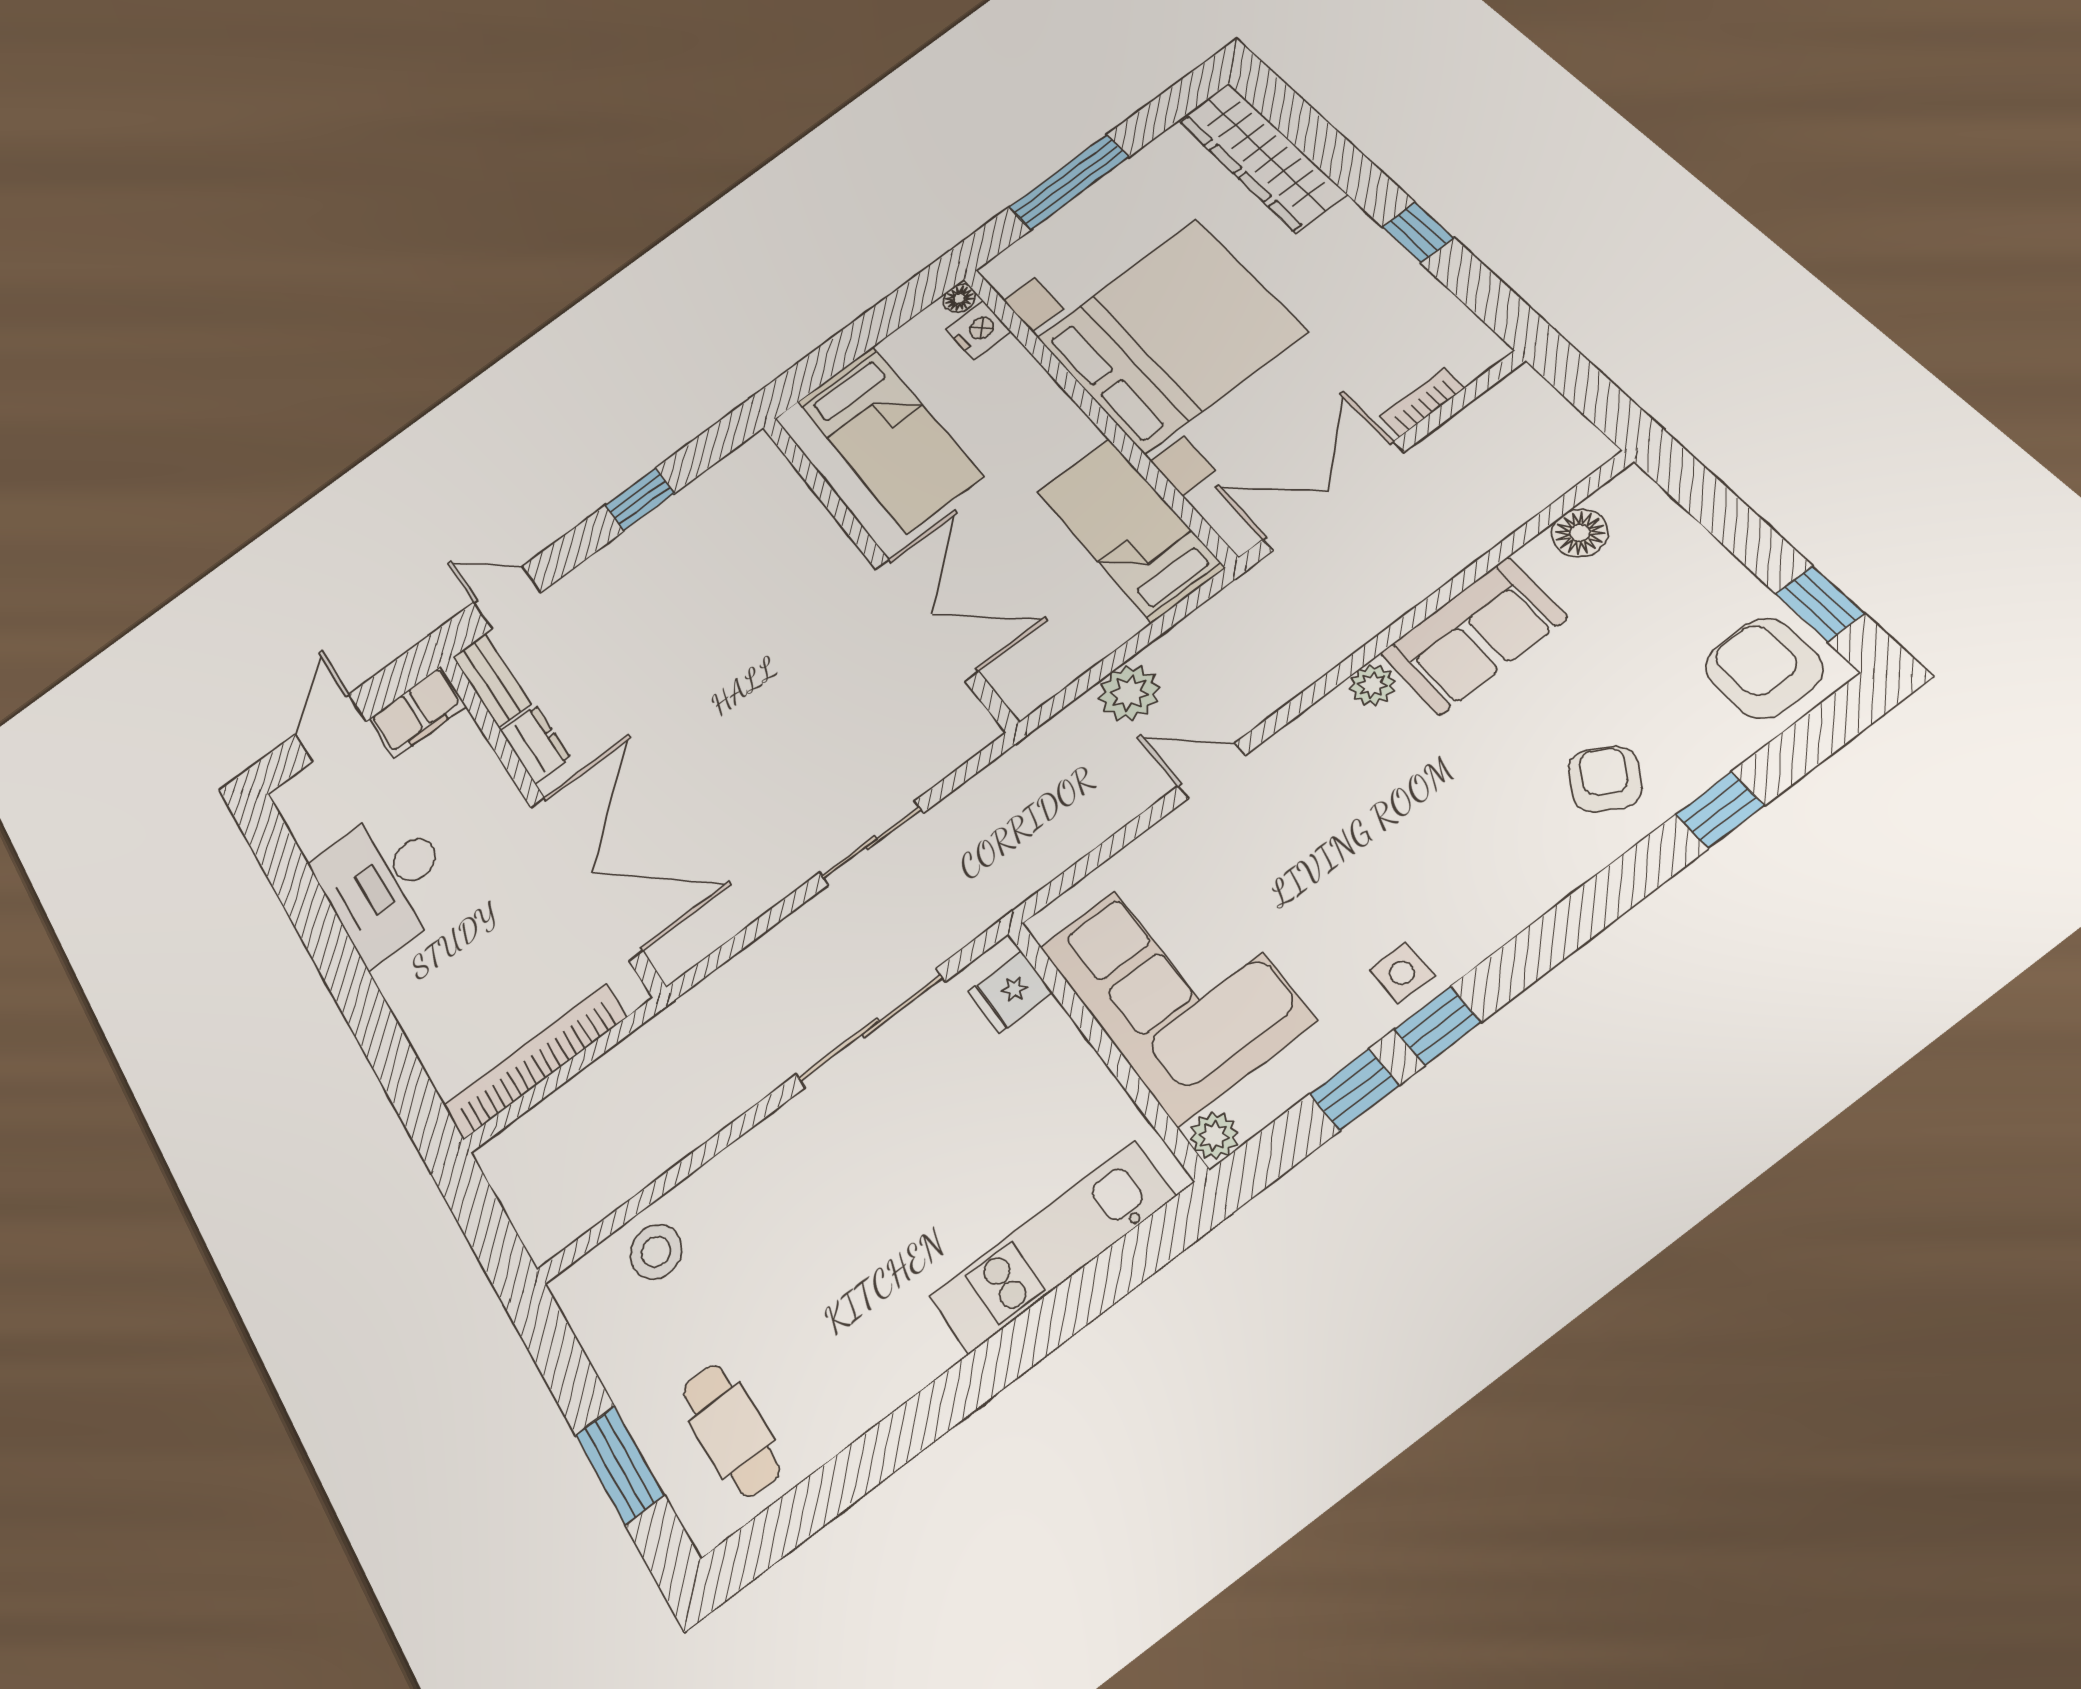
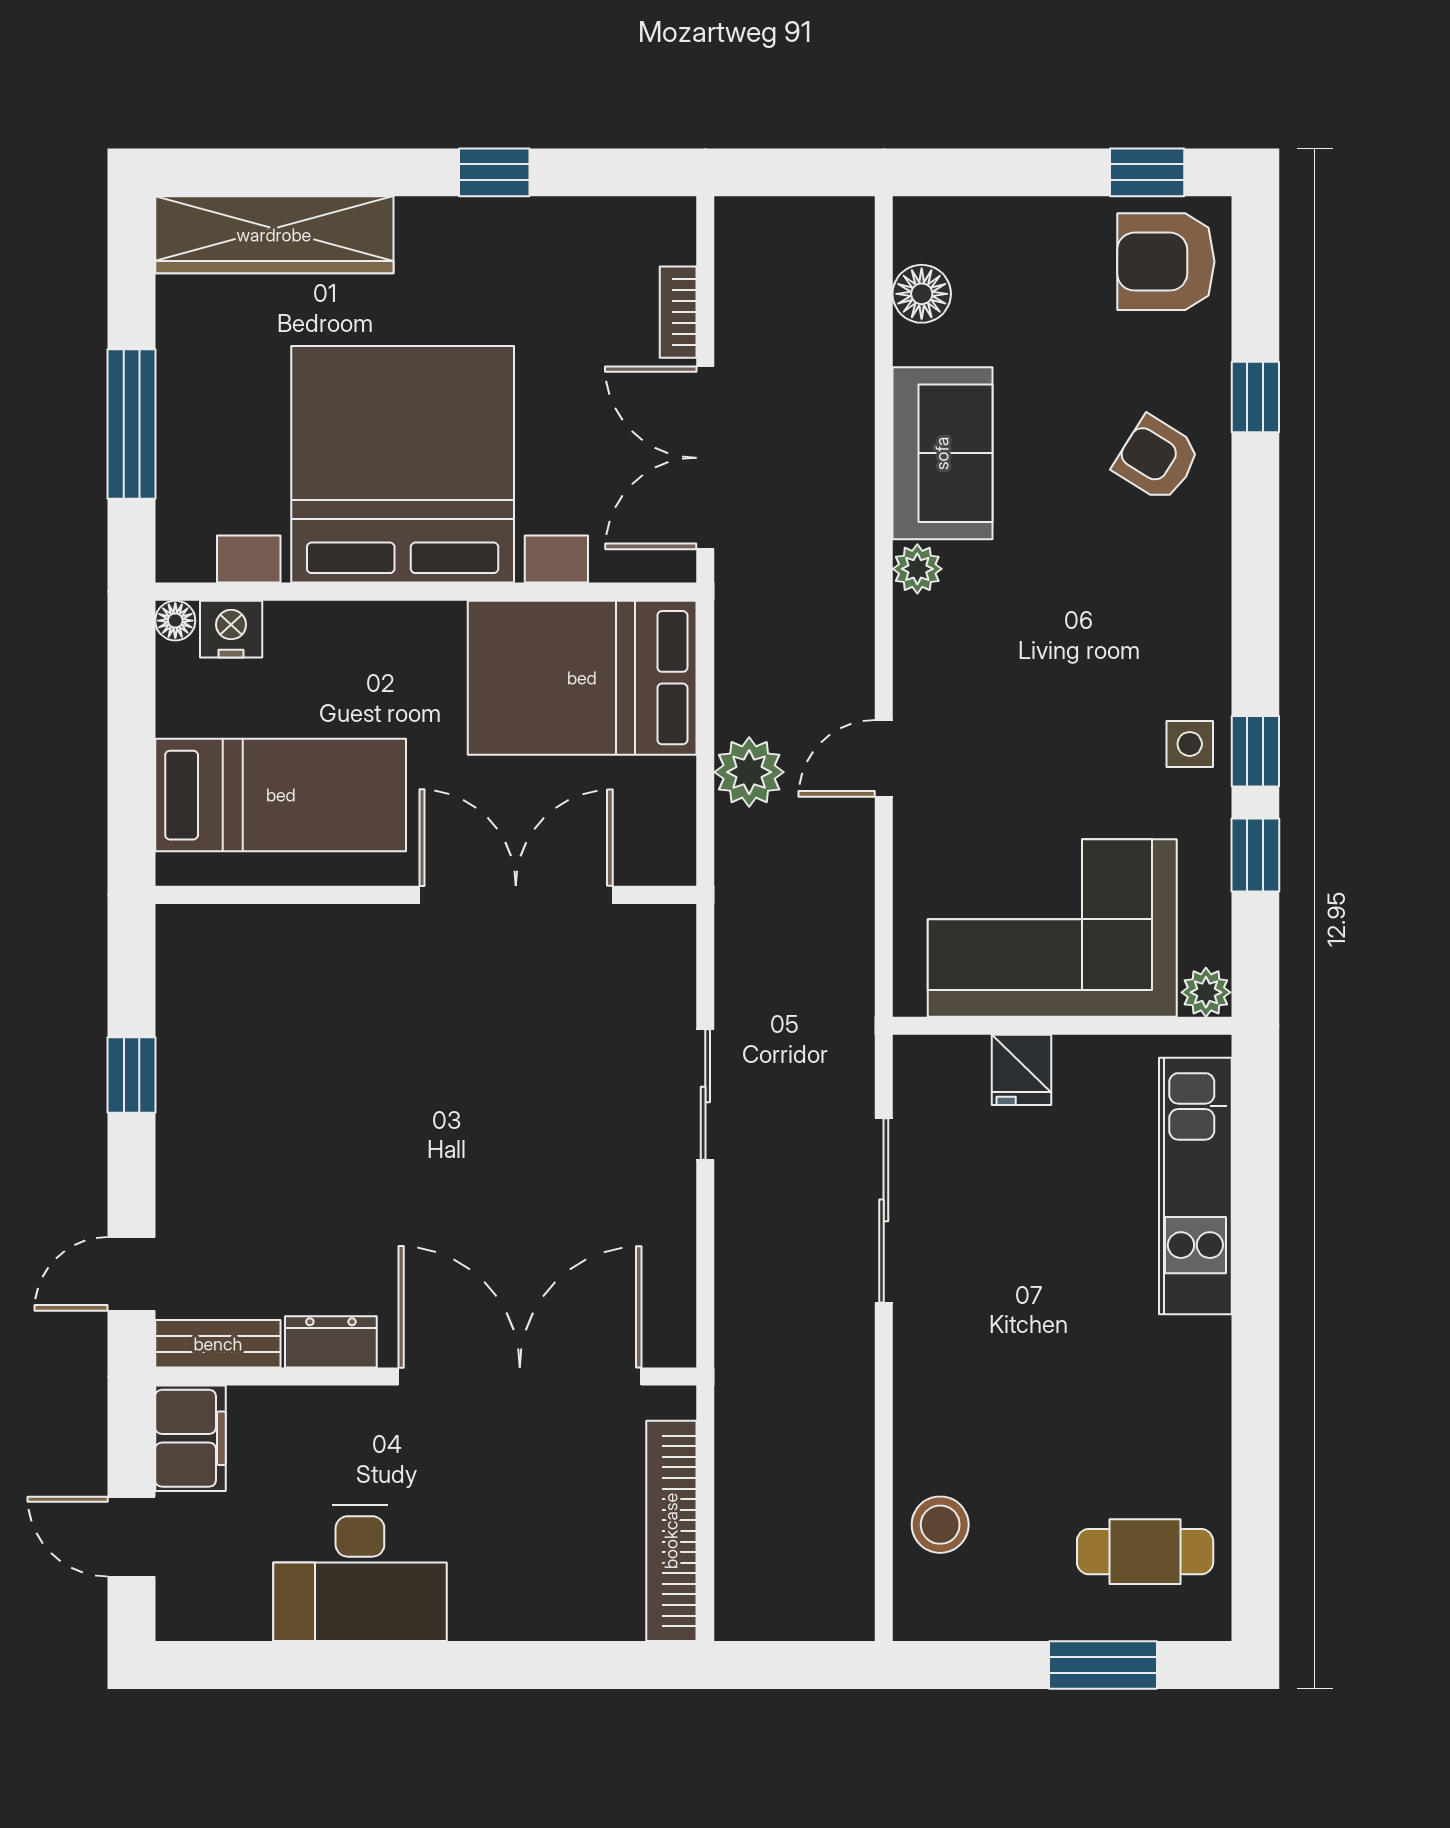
bed: (1130, 529) -> (582, 678), width x1.50
fridge: (1010, 992) -> (1021, 1070), moved

